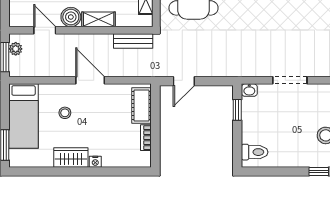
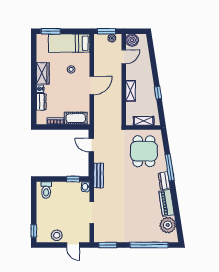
boiler: (71, 17) -> (132, 40), moved
bench: (133, 41) -> (99, 176), moved
dresser: (116, 160) -> (41, 102), added

